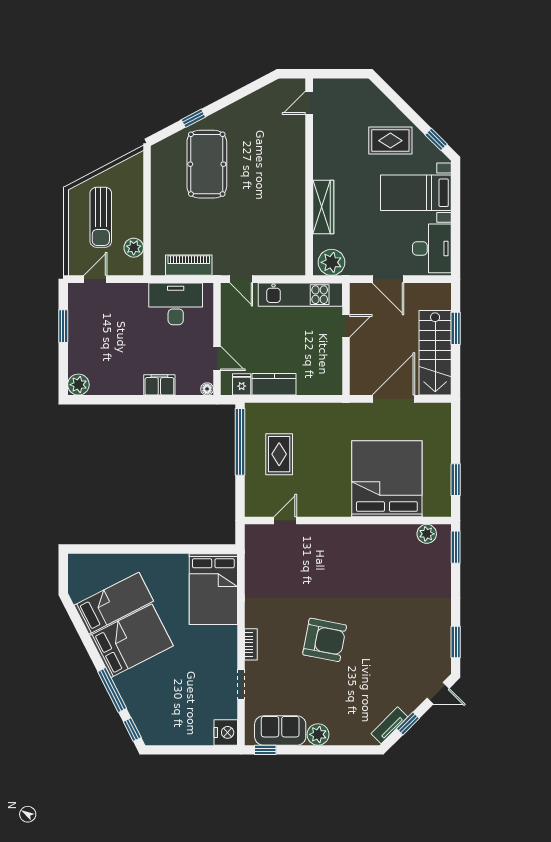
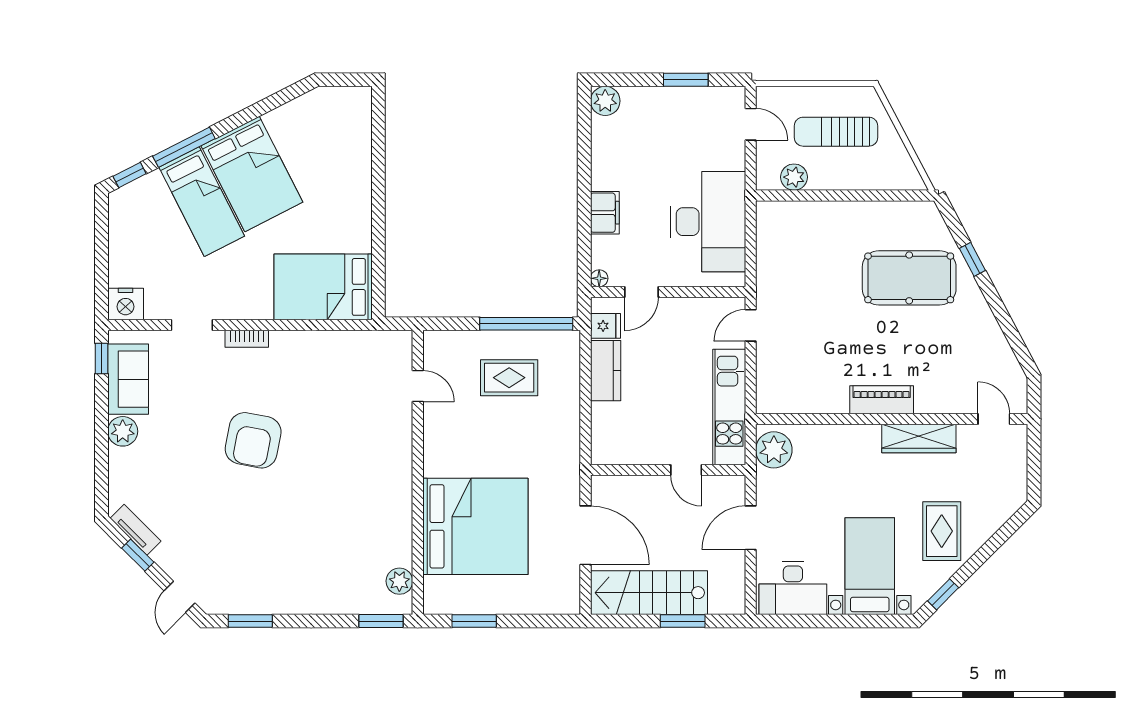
wardrobe: (323, 207) -> (919, 438), moved
piano: (189, 265) -> (882, 400), moved, turned -90
desk: (176, 304) -> (708, 222), width x1.36, depth x1.30
bed: (114, 603) -> (202, 202), moved

